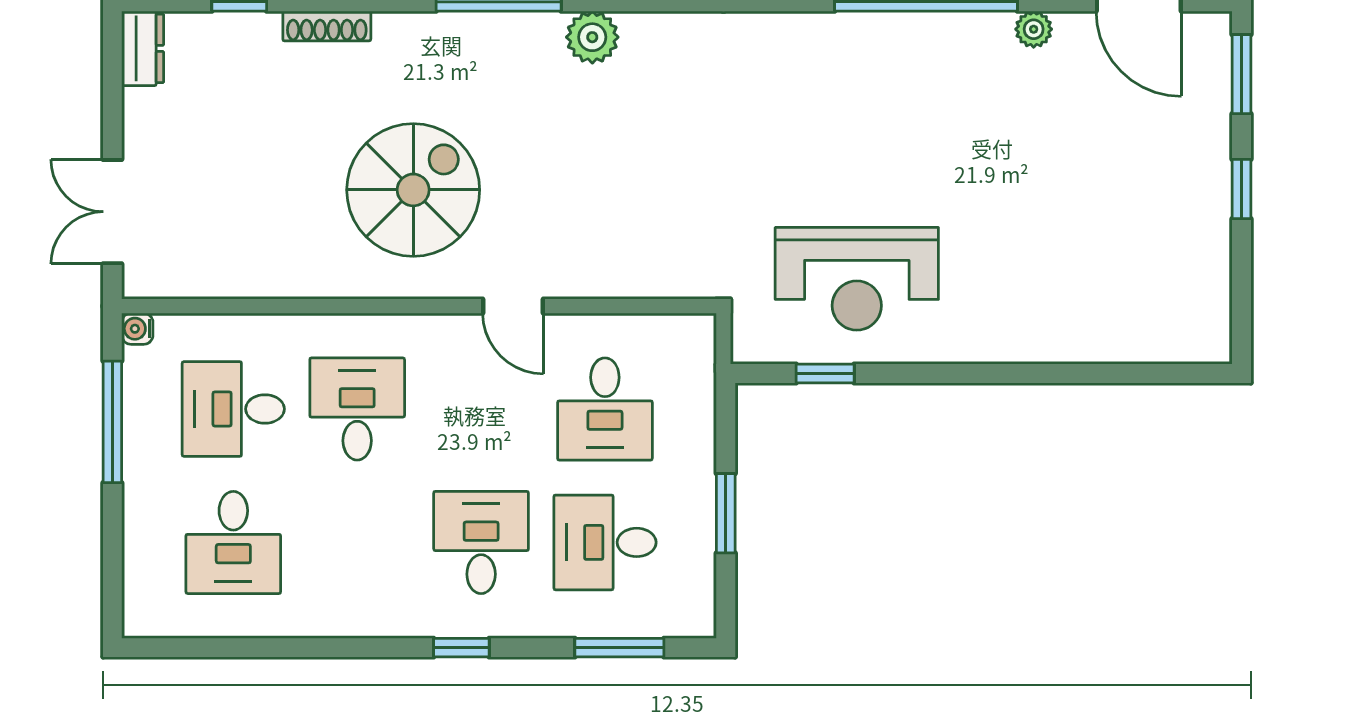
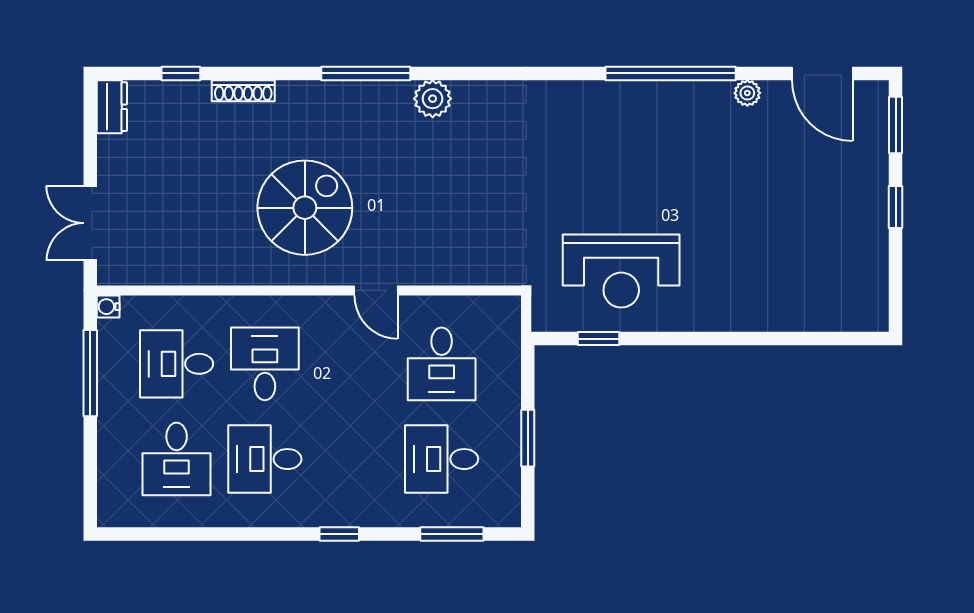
desk: (481, 542) -> (265, 459), moved, turned -90

